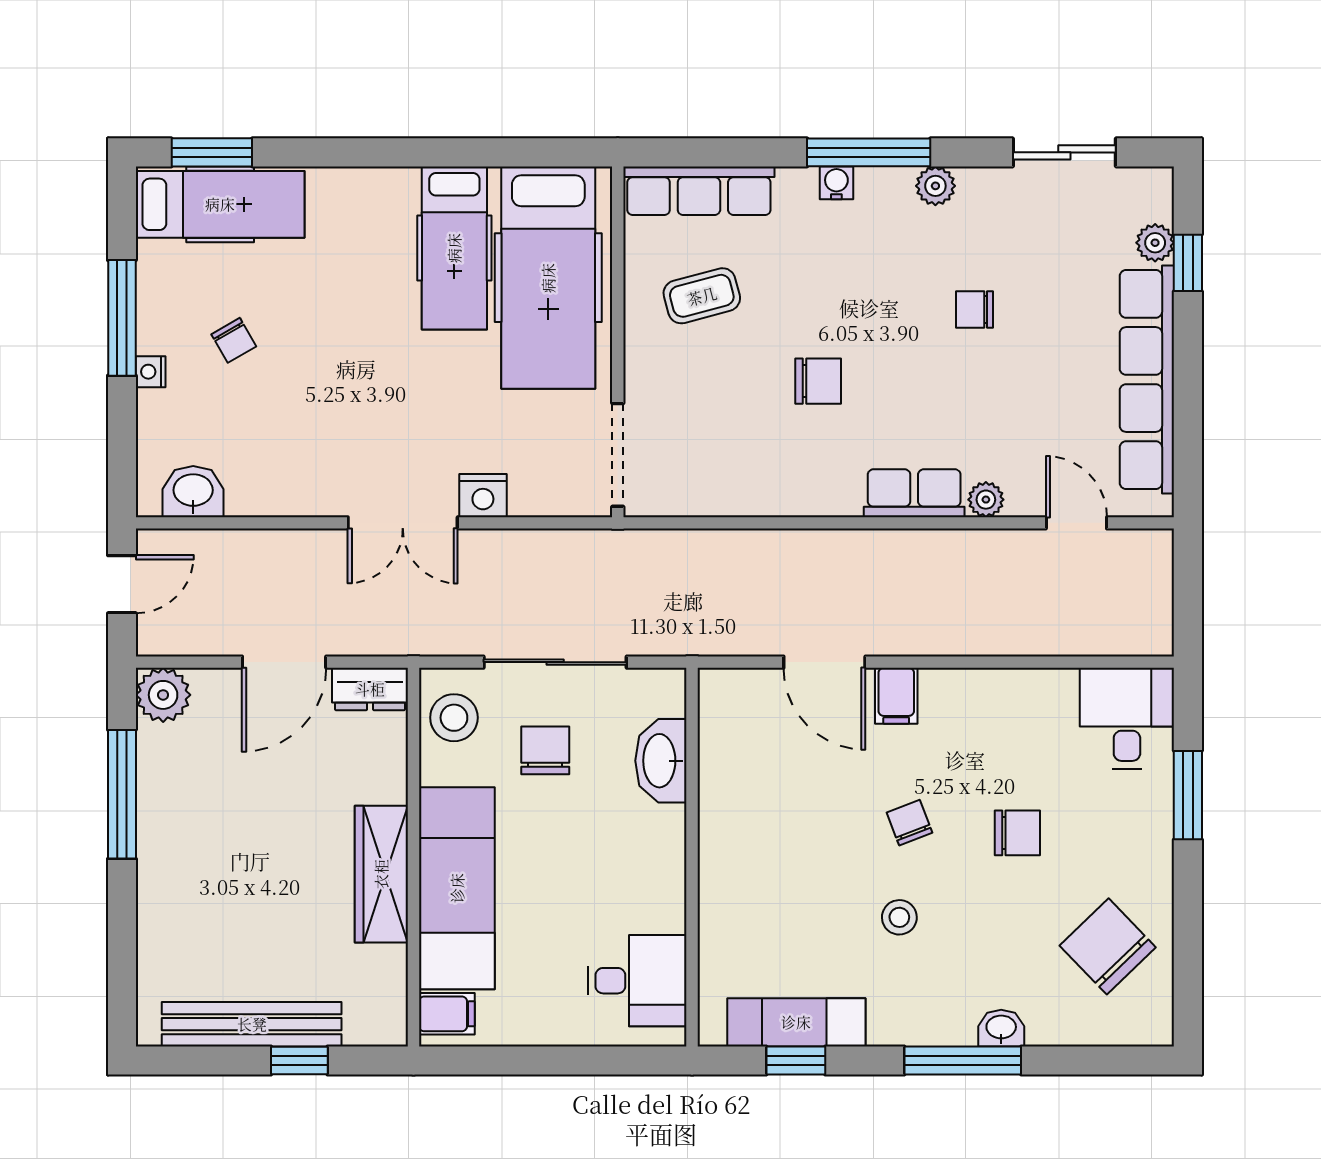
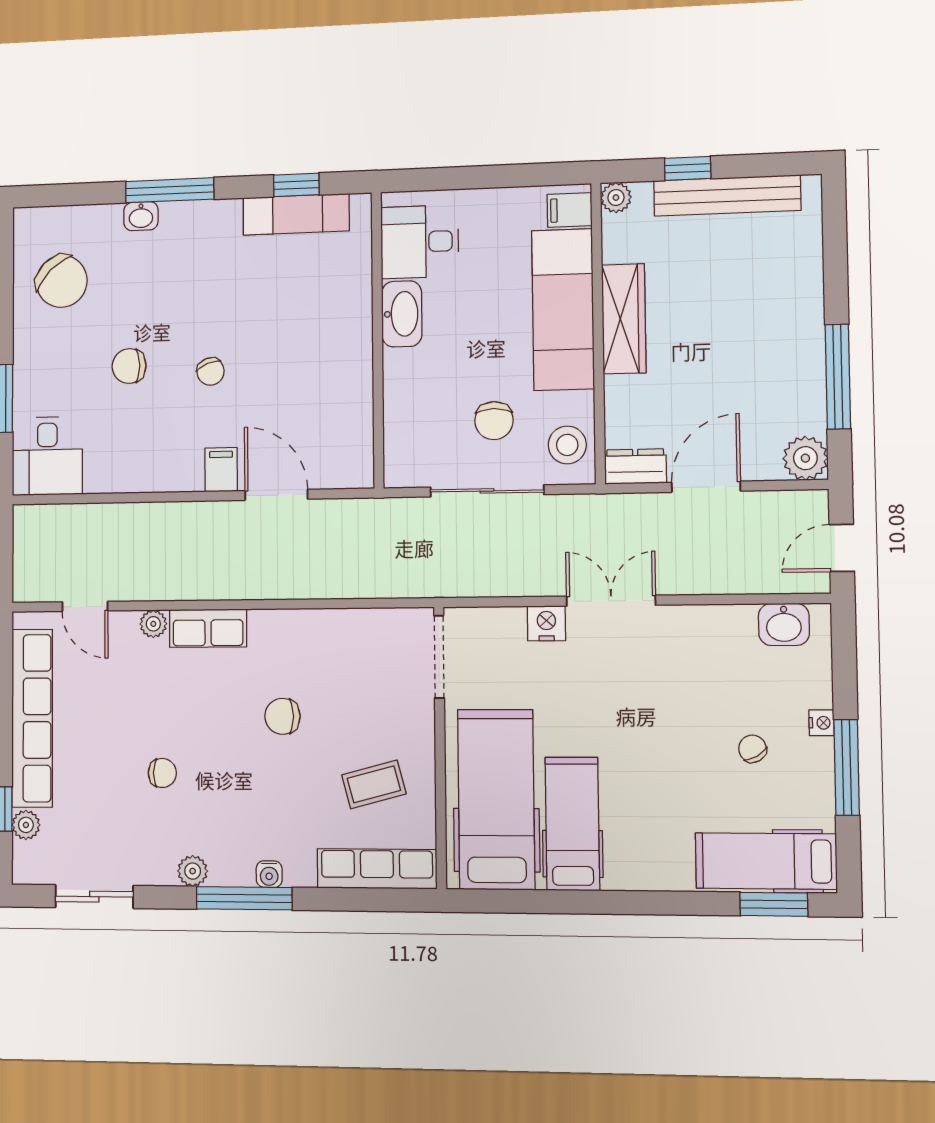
washbasin: (661, 761) -> (402, 314), moved
stool: (899, 917) -> (218, 298), removed
plant: (389, 1027) -> (616, 198), added

